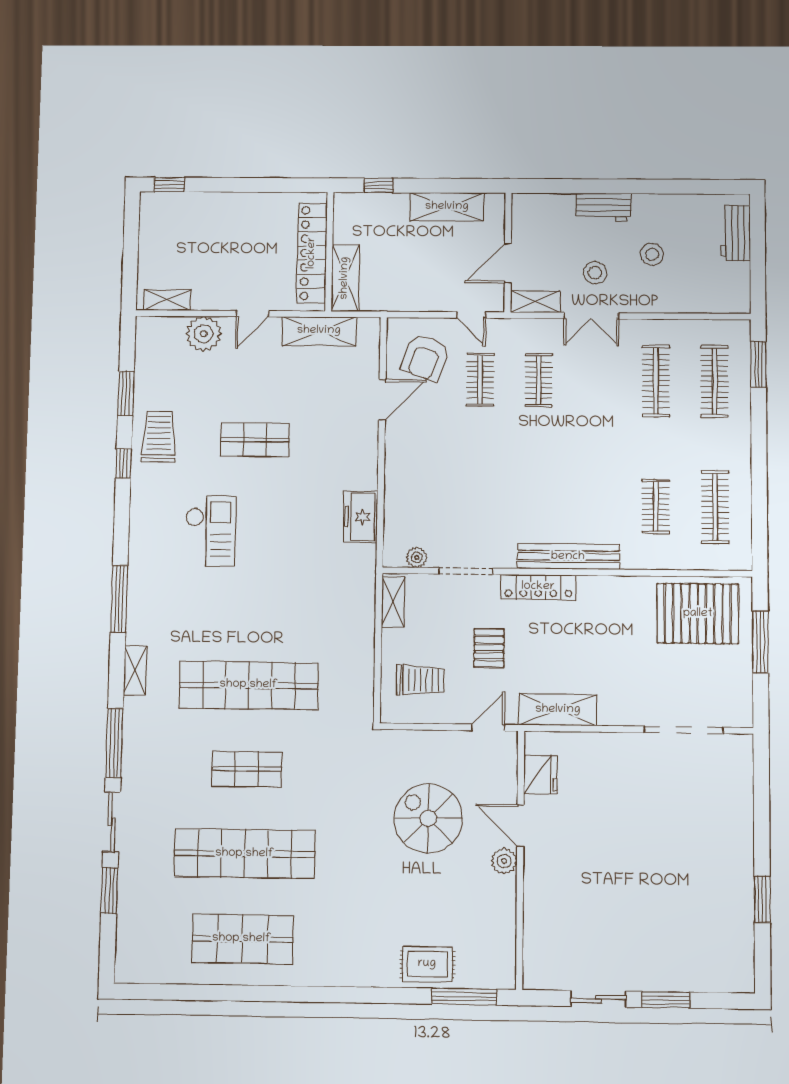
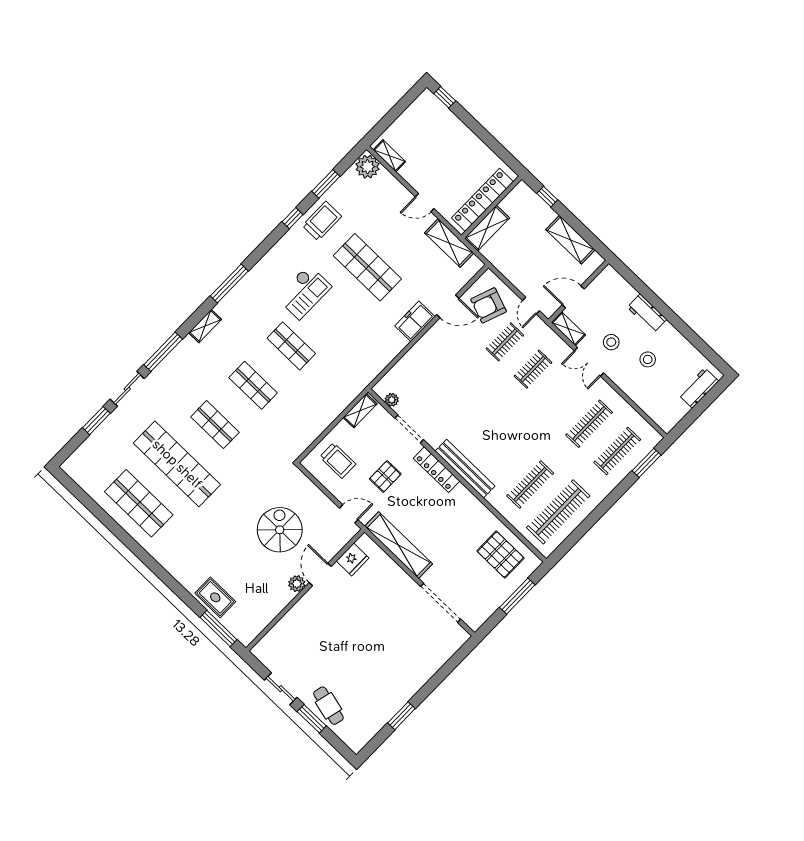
plant: (204, 334) -> (368, 167), moved
shop shelf: (255, 440) -> (367, 267), width x1.43, depth x1.36
clothes rail: (656, 507) -> (530, 485), width x1.36
clothes rail: (715, 507) -> (558, 512), width x1.37, depth x1.31
freezer: (360, 517) -> (415, 321), moved
shop shelf: (251, 603) -> (291, 346), added
pallet: (698, 614) -> (500, 555), width x0.73, depth x0.71
shop shelf: (249, 685) -> (253, 385), width x0.50, depth x0.74
shelving: (558, 710) -> (399, 545), width x1.47
cafe table: (670, 967) -> (328, 706), added

